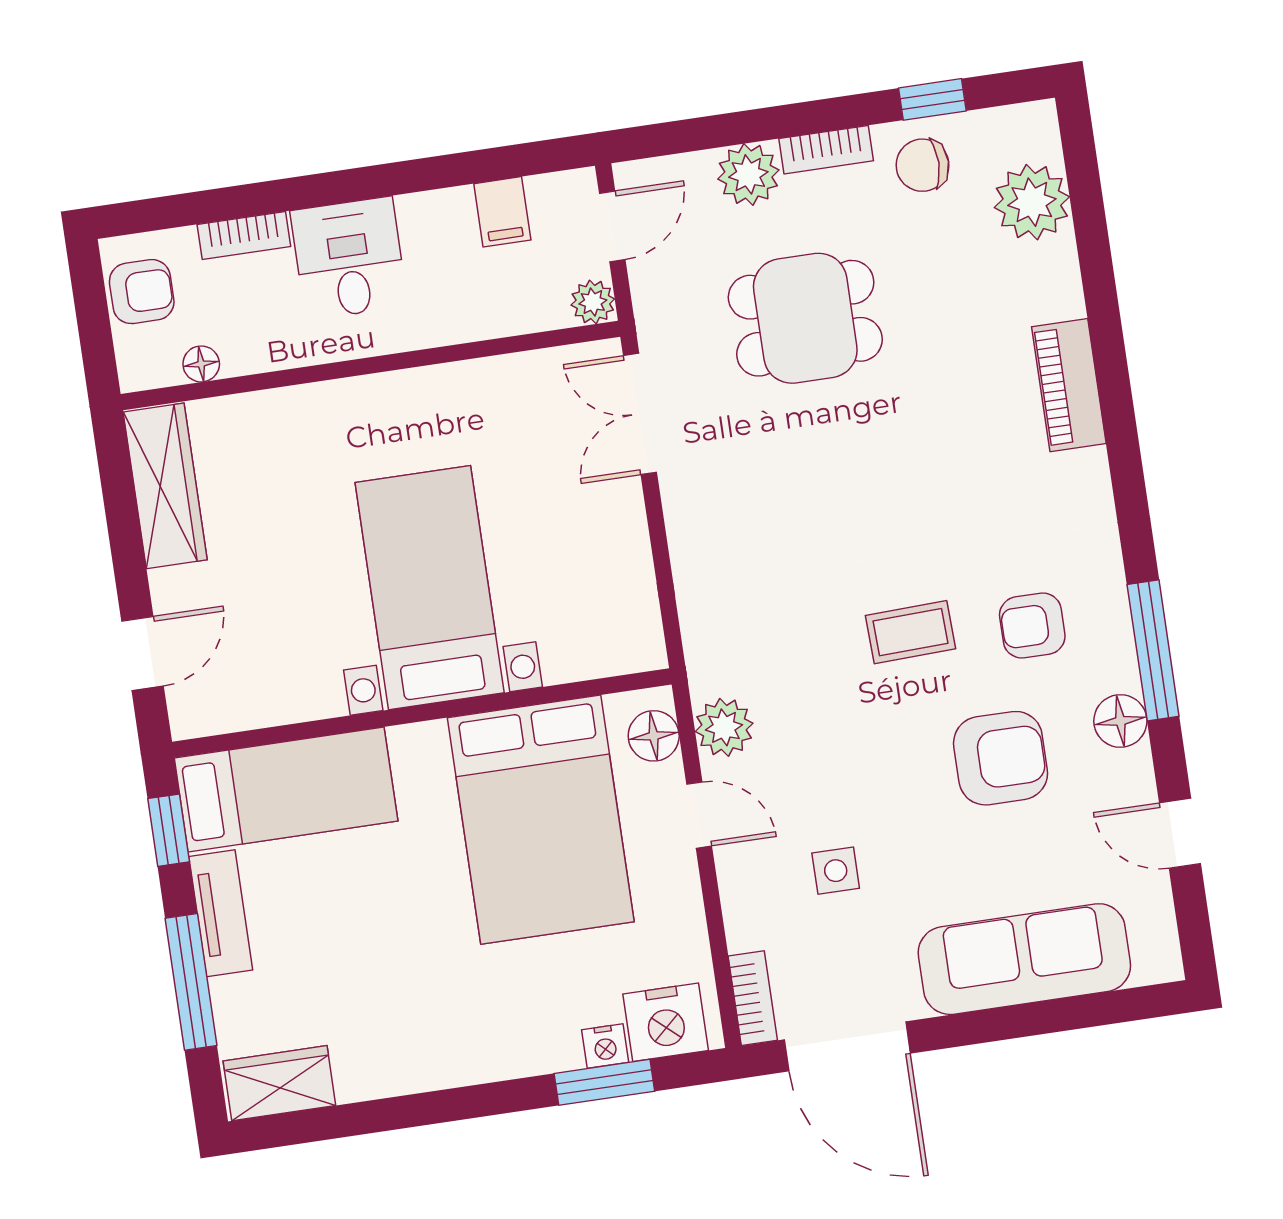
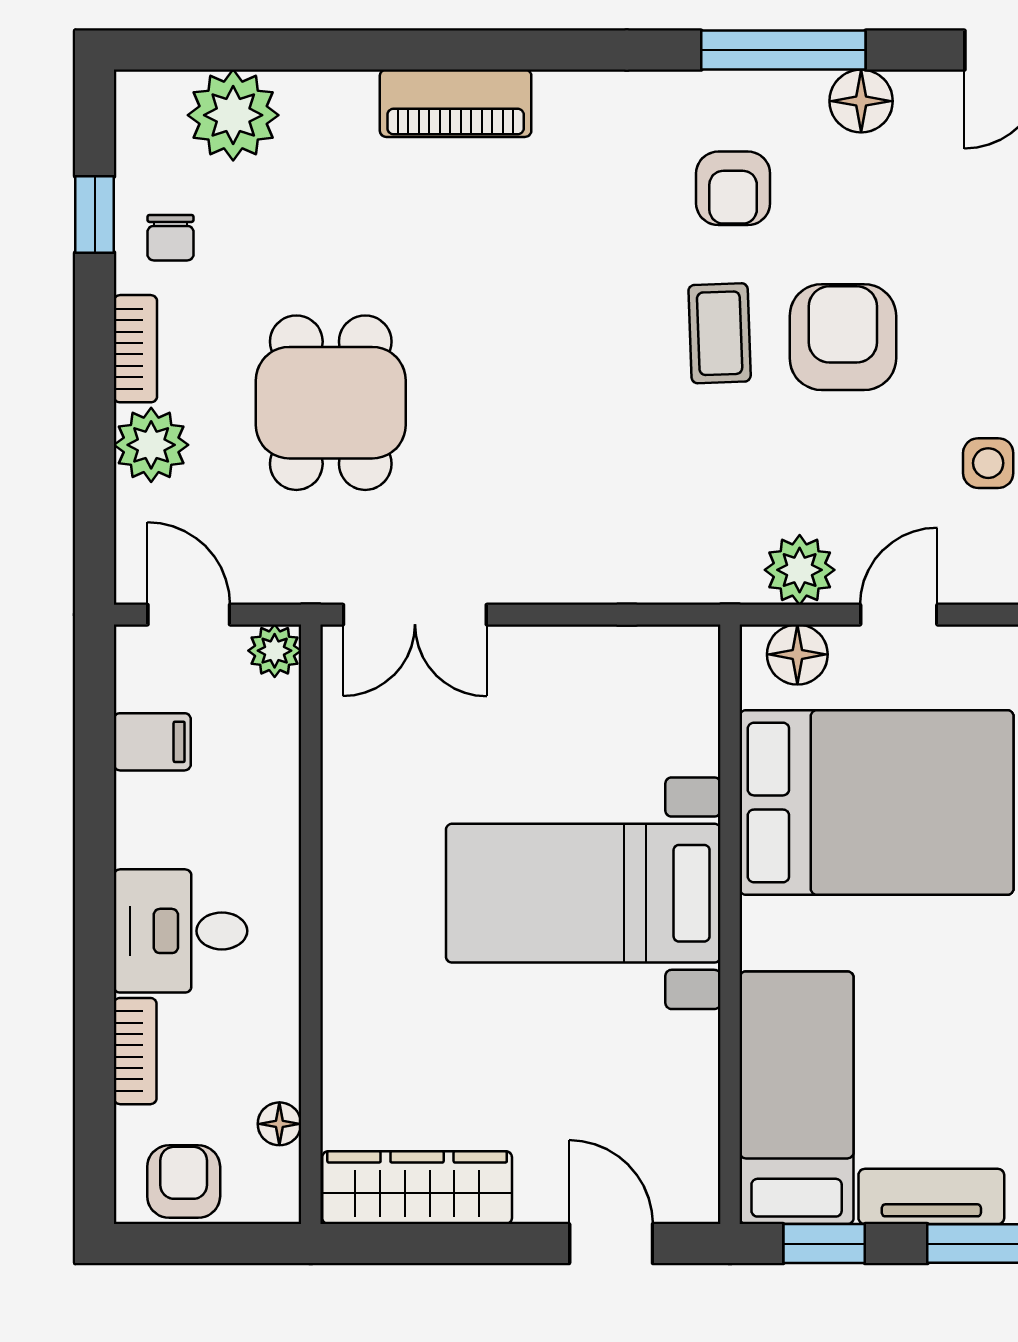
chair: (922, 165) -> (170, 238), width x0.73, depth x0.73
armchair: (1001, 758) -> (843, 337), moved

